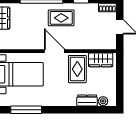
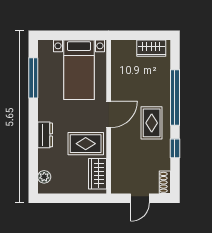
dresser: (87, 101) -> (45, 135), moved

